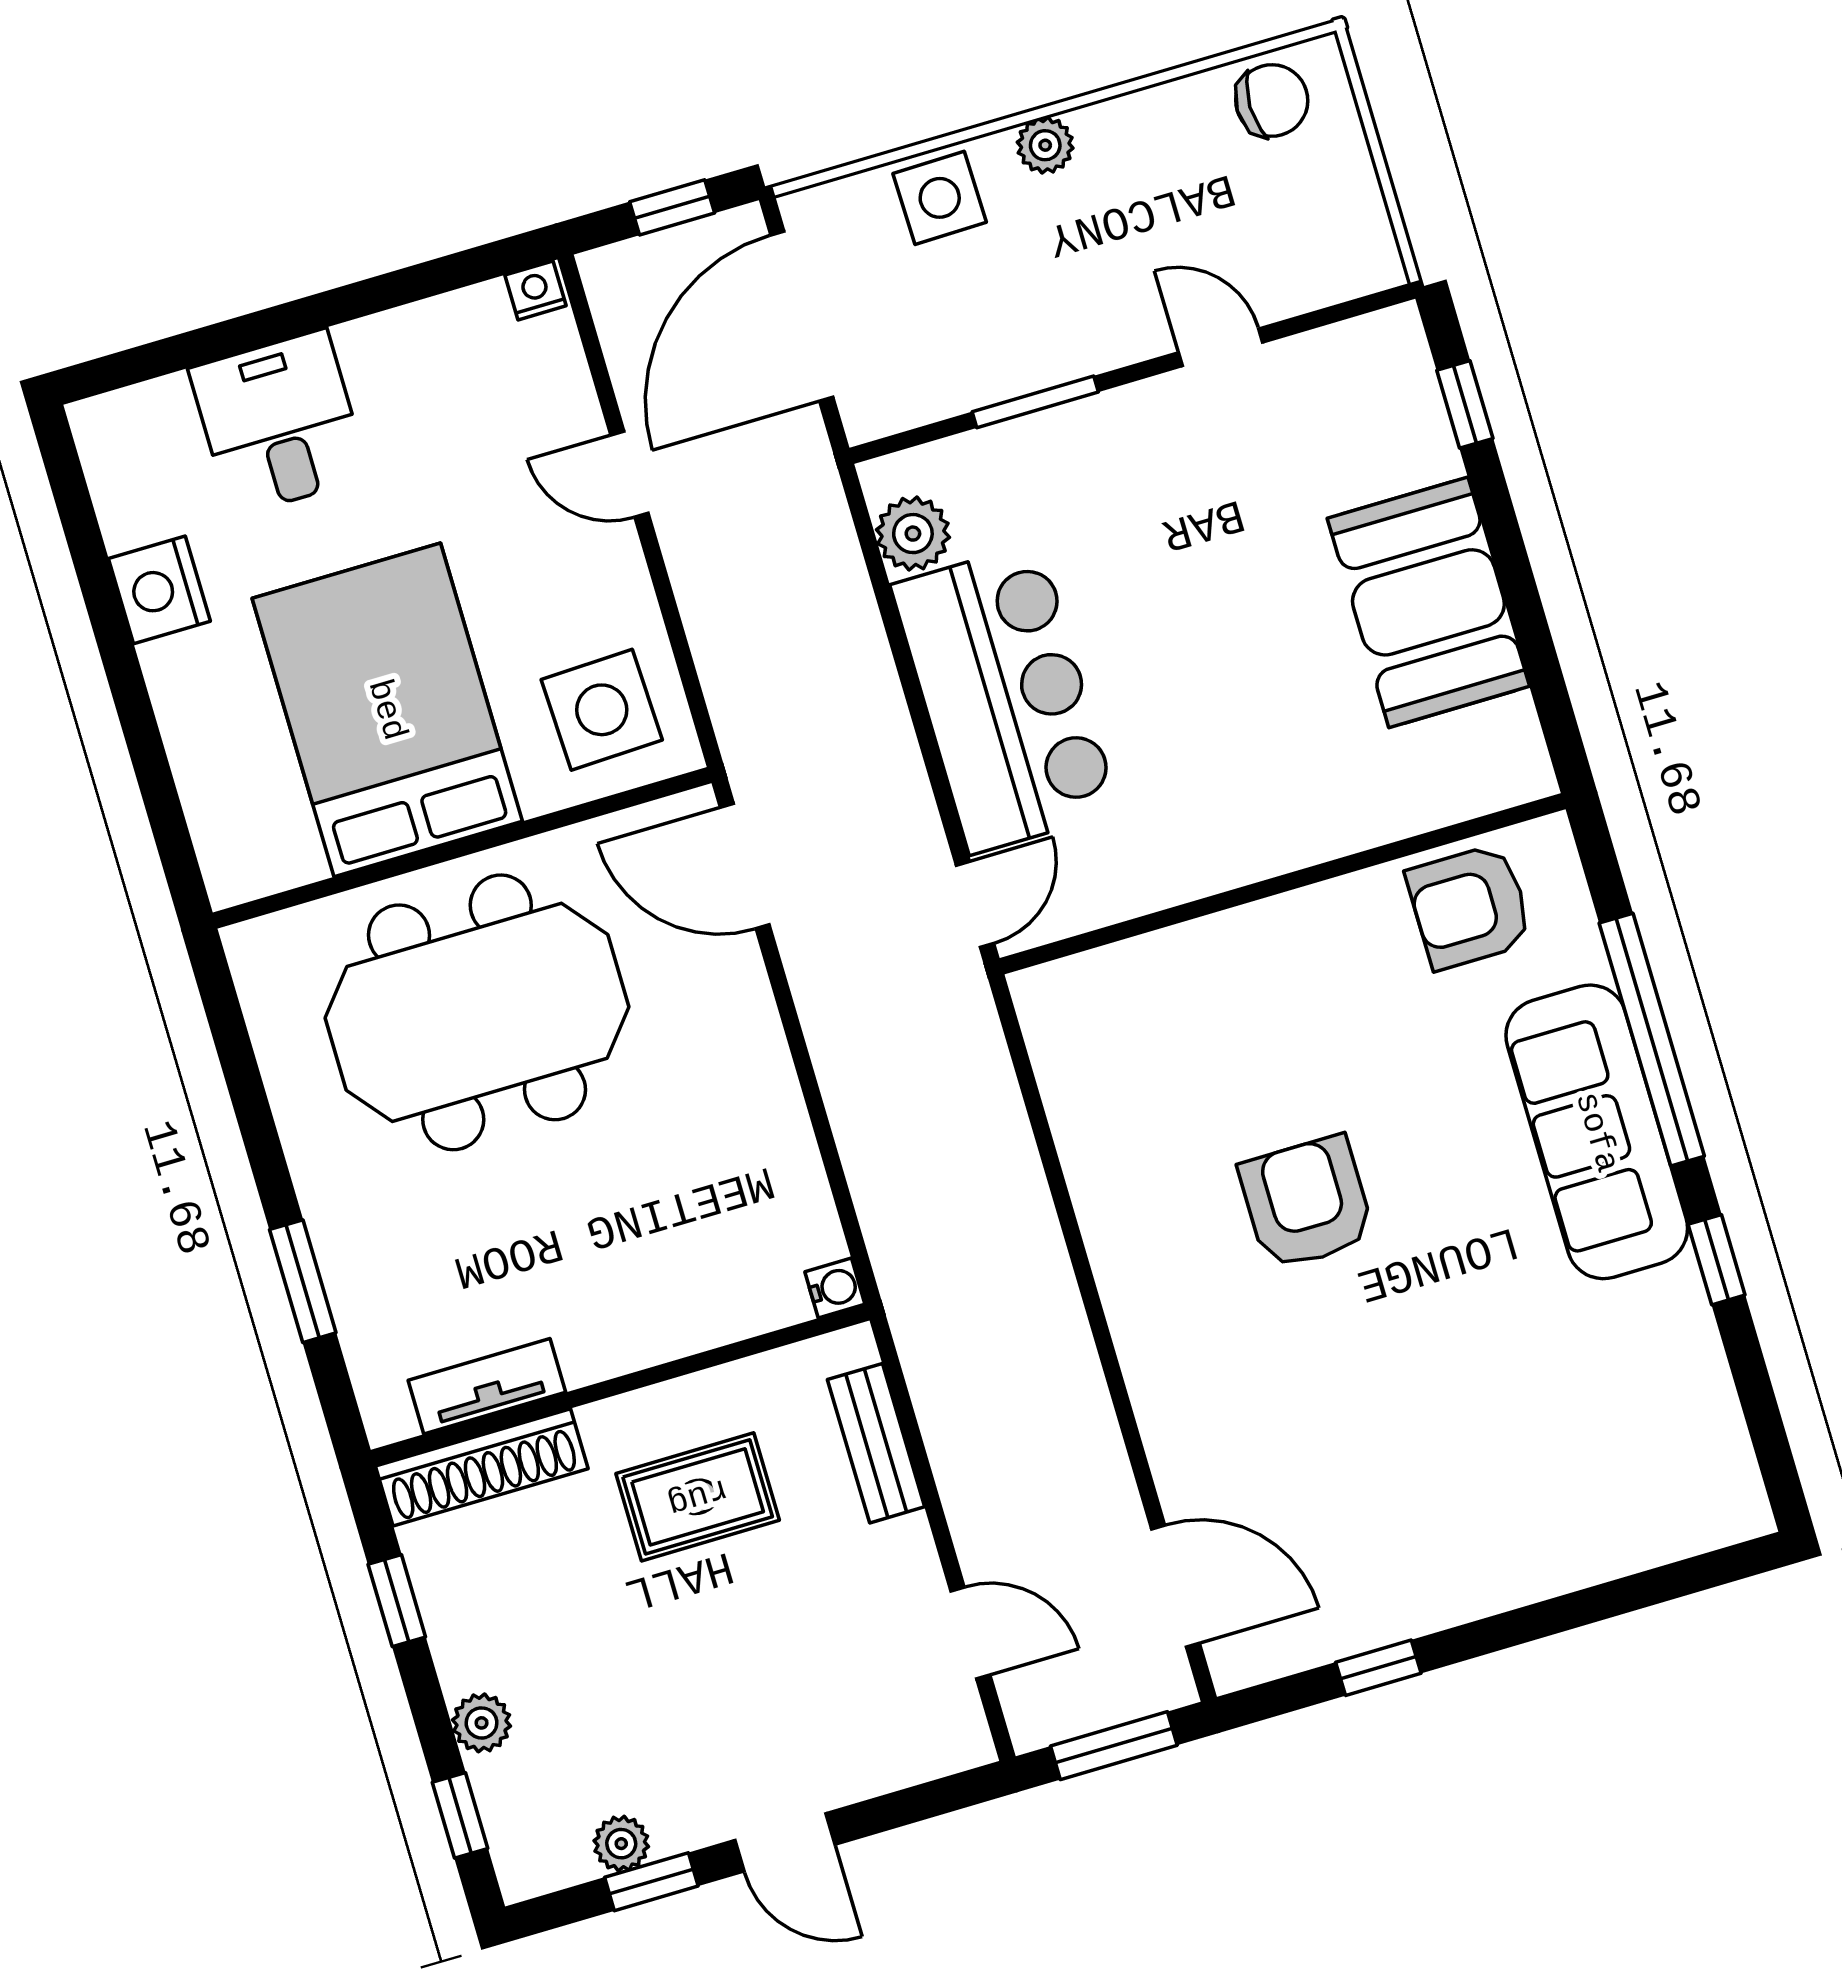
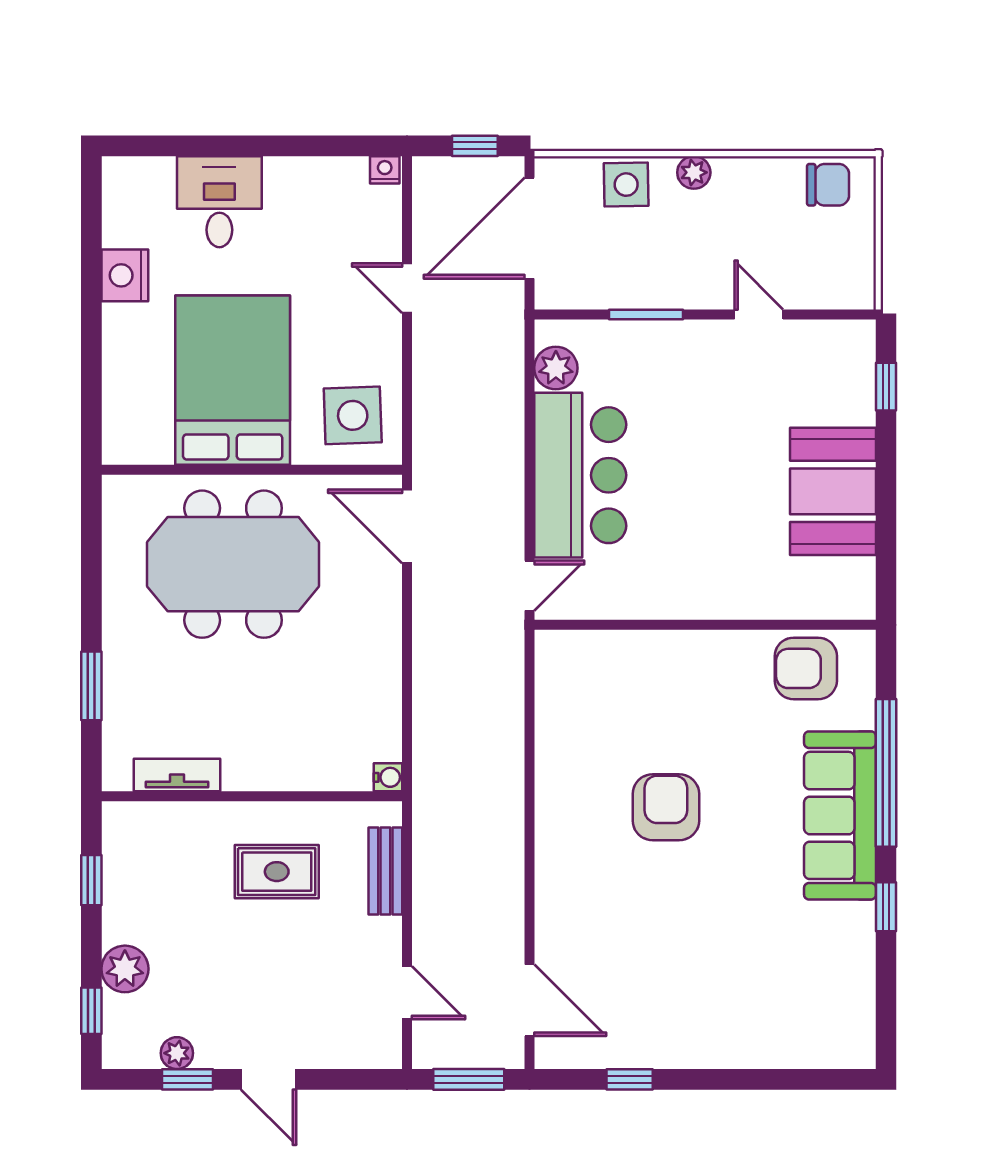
shoe rack: (482, 1467) -> (161, 820), removed
plant: (482, 1723) -> (125, 969), width x1.38, depth x1.38

